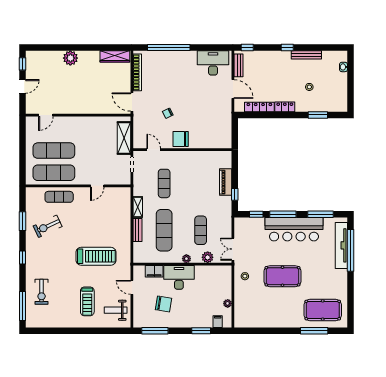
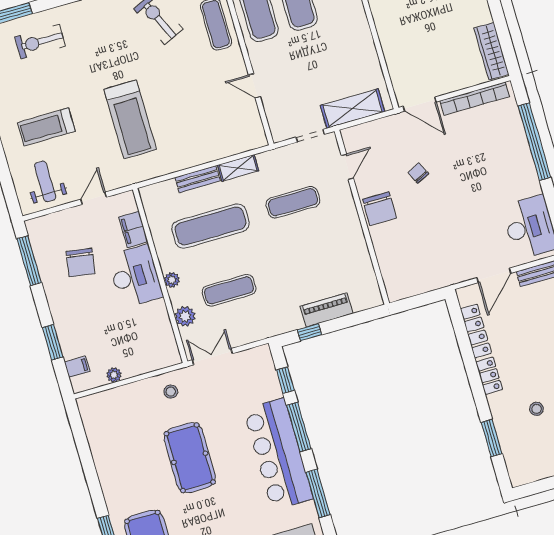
door: (132, 102) -> (420, 104), swing flipped
chair: (181, 139) -> (380, 209), turned 180

